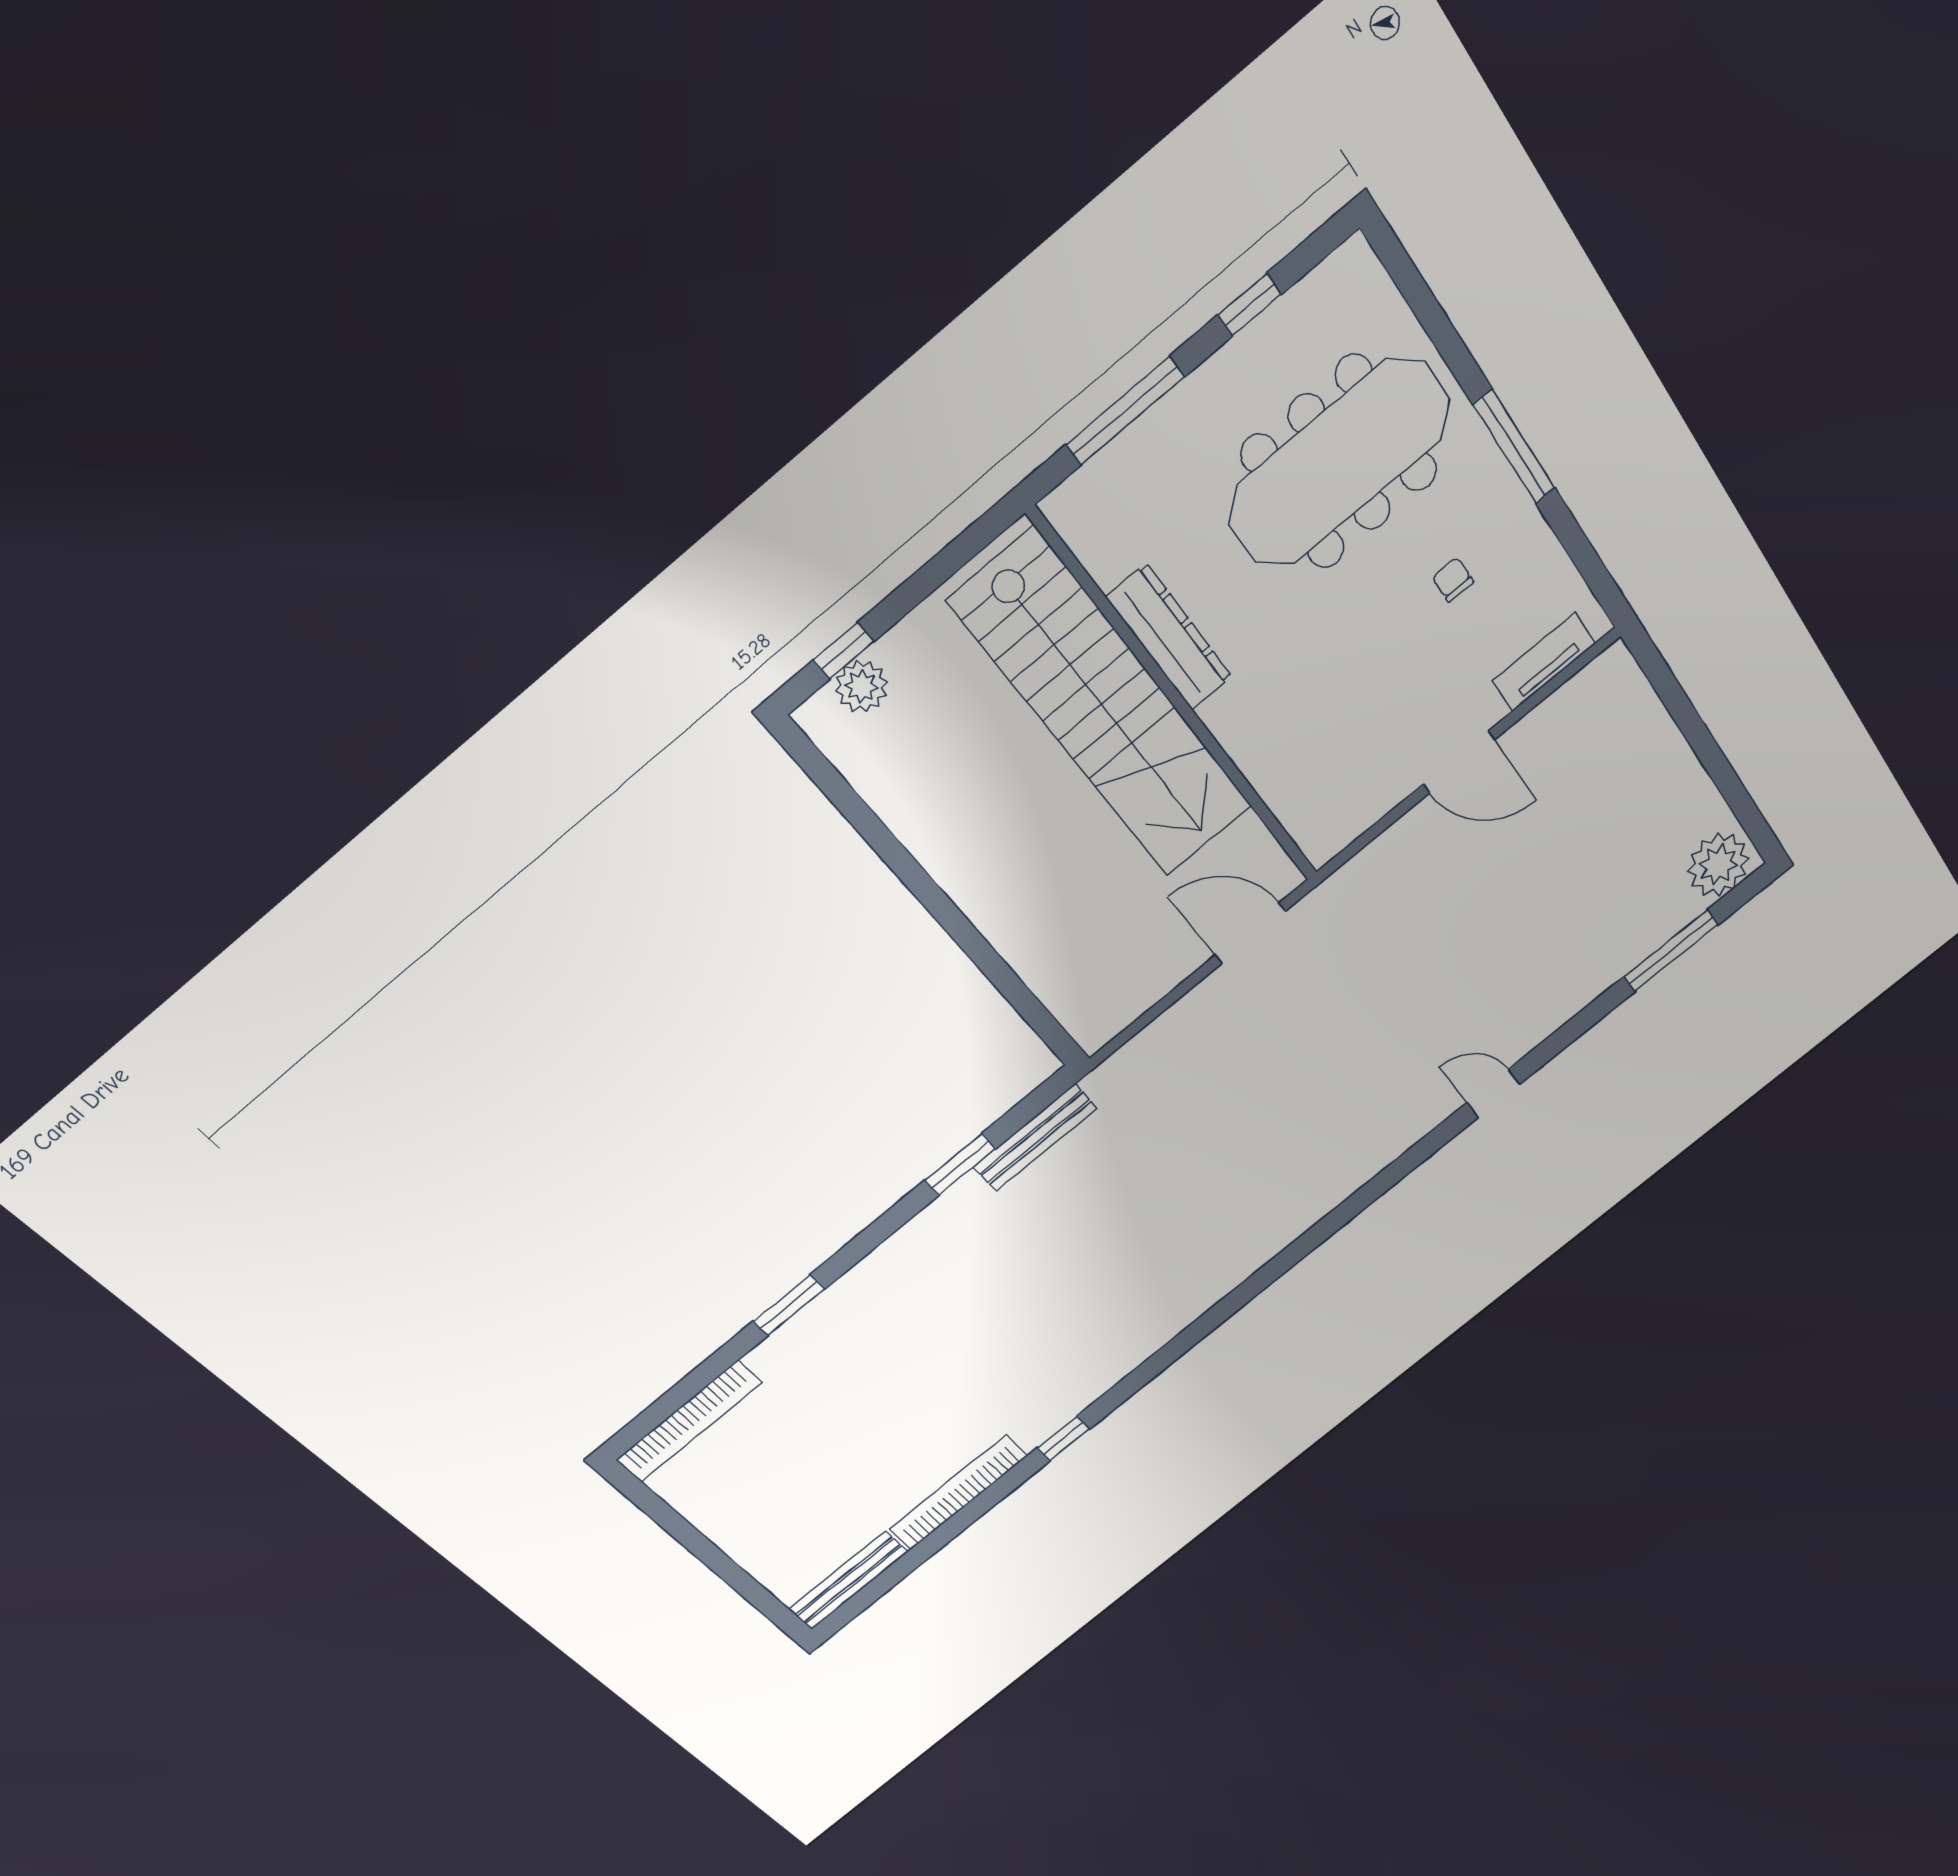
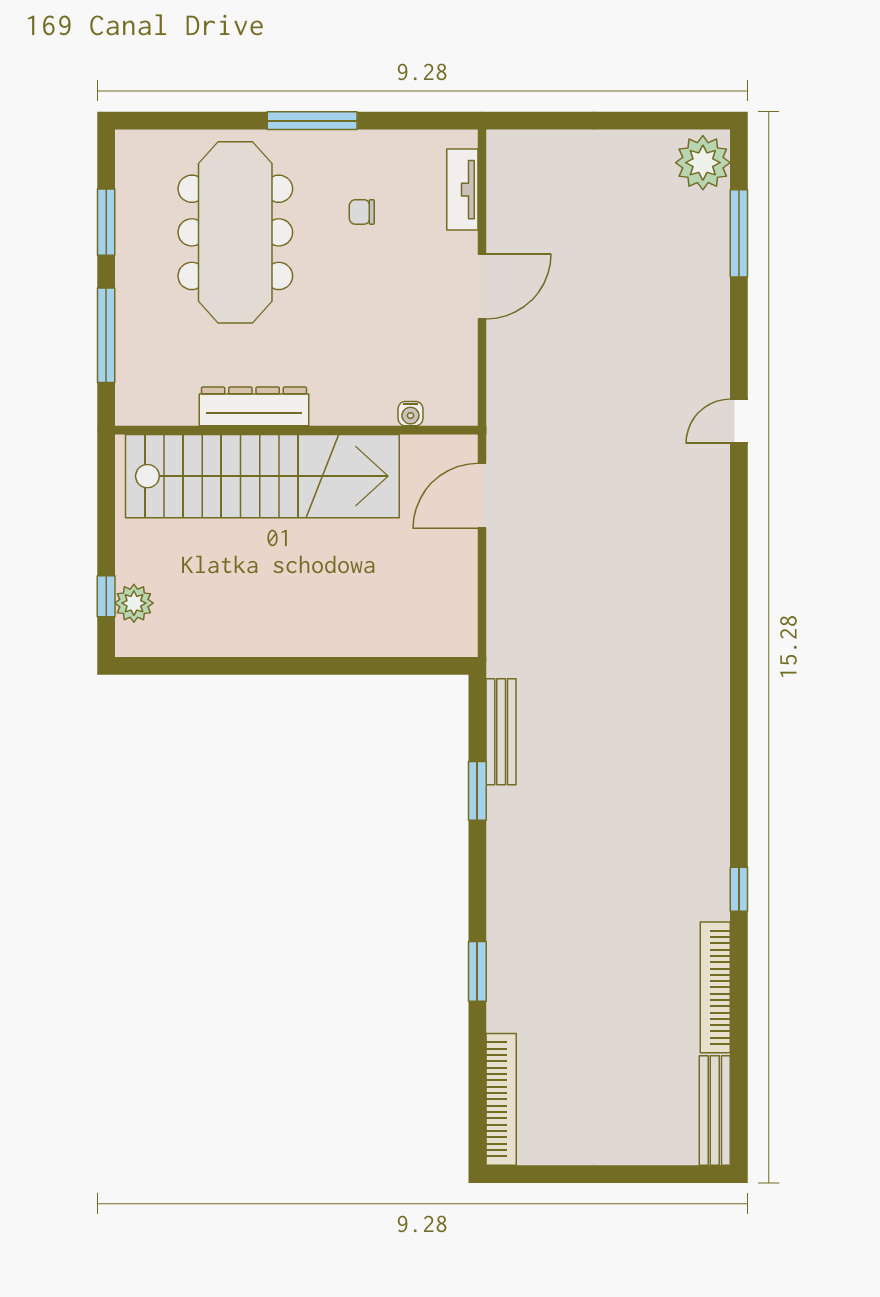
window: (1250, 305) -> (106, 222), width x1.50
water cooler: (1281, 799) -> (410, 414), added

